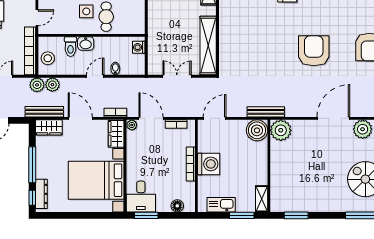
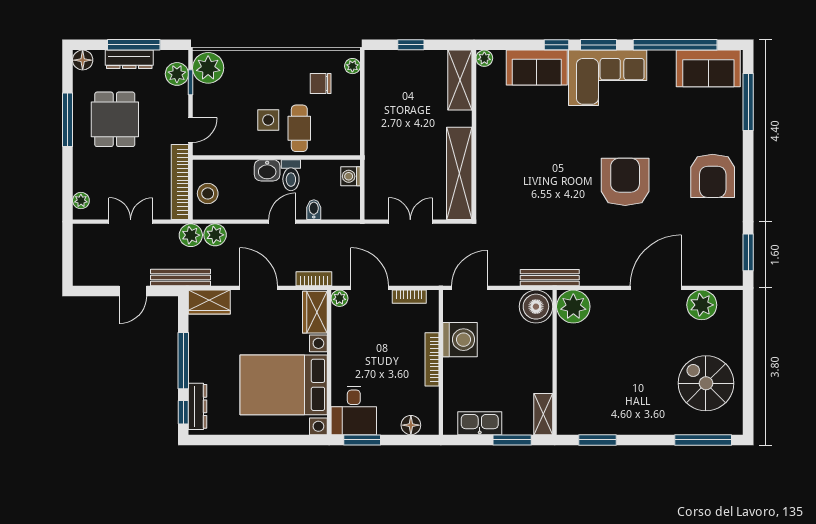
toilet: (71, 47) -> (291, 175), moved
bench: (44, 112) -> (180, 277), moved
washing machine: (209, 164) -> (460, 340), moved

